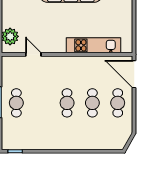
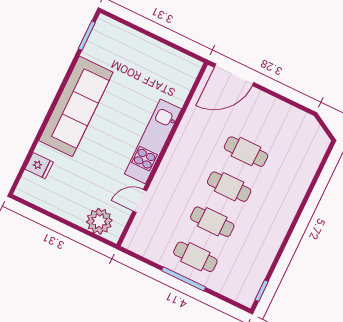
kitchen unit: (93, 45) -> (153, 141), moved
cafe table: (118, 103) -> (212, 222), moved

